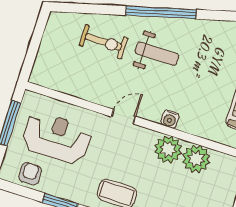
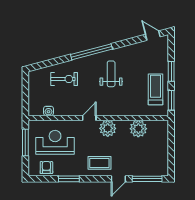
weight bench: (157, 54) -> (111, 74), moved, turned -90
water cooler: (170, 119) -> (49, 111), moved
plant: (168, 149) -> (108, 128), moved

